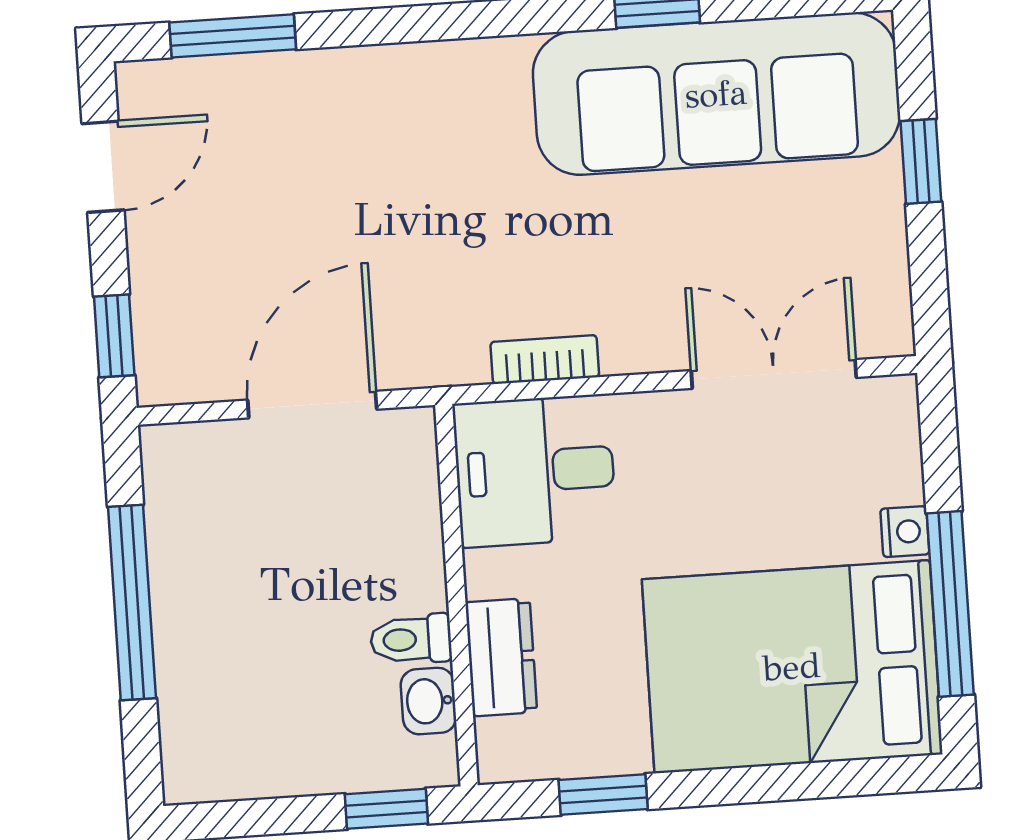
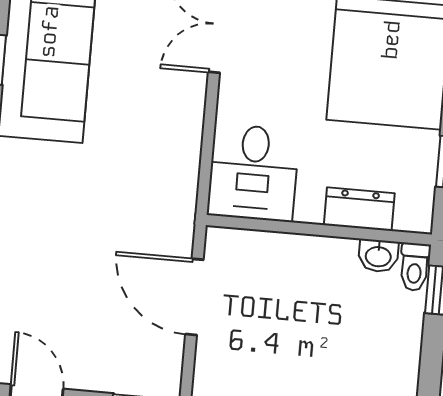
bookcase: (545, 359) -> (189, 157), removed
toilet: (411, 639) -> (415, 267), moved

